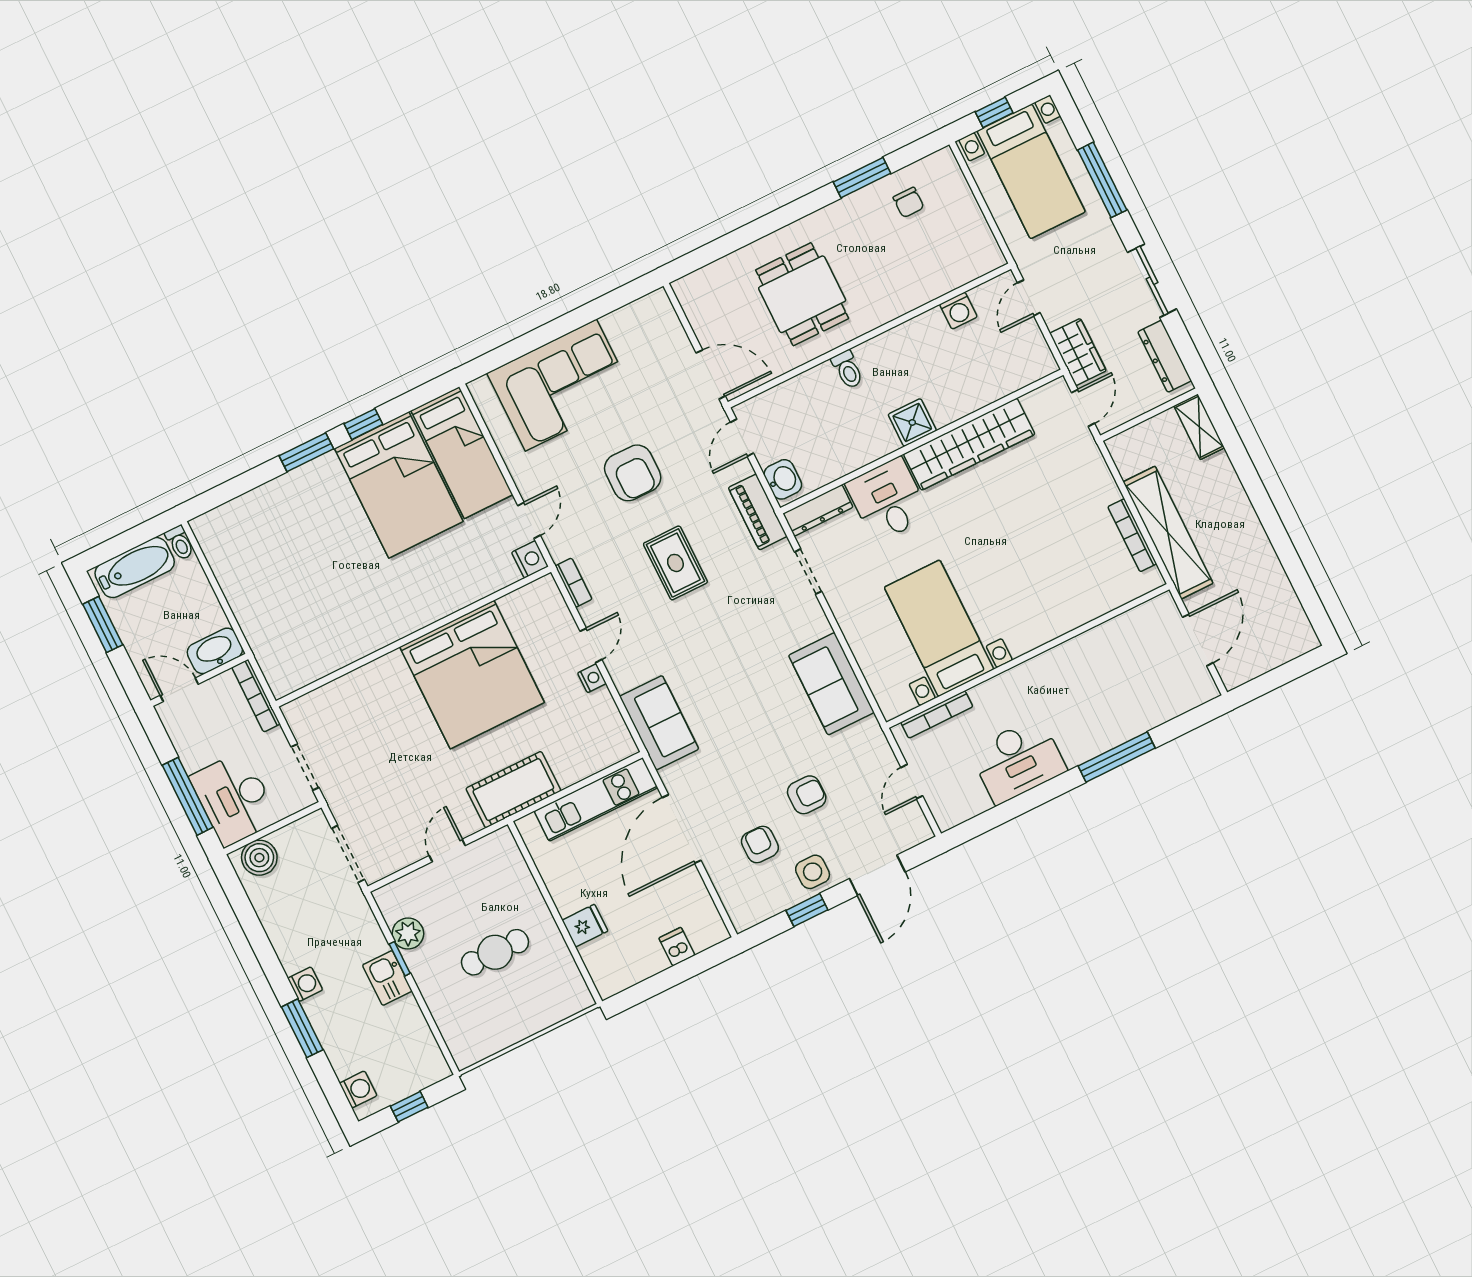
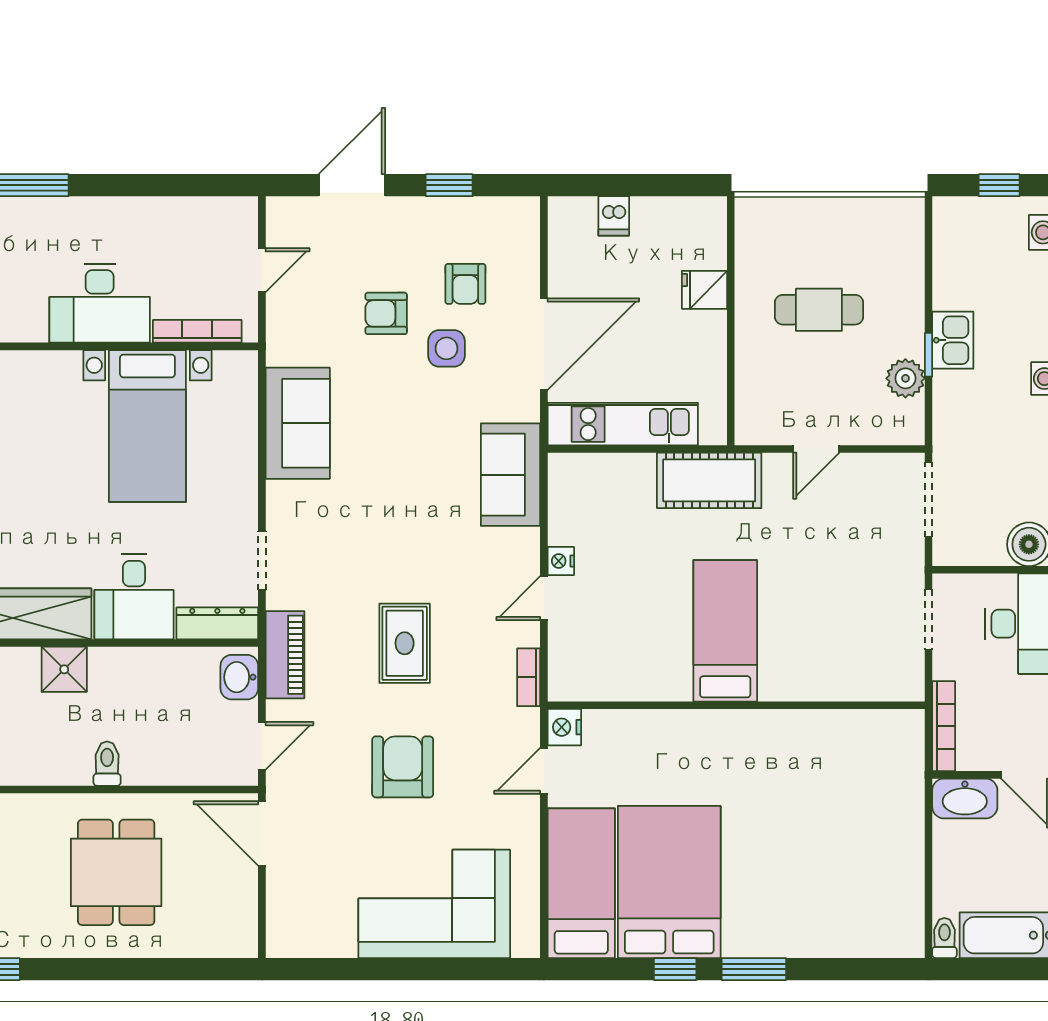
bed: (472, 675) -> (725, 631), width x0.49
desk: (1018, 760) -> (100, 303), moved, turned 180
side table: (813, 872) -> (446, 348), moved

